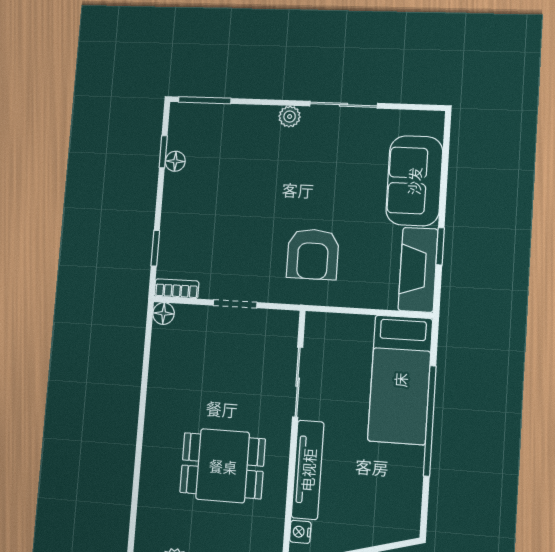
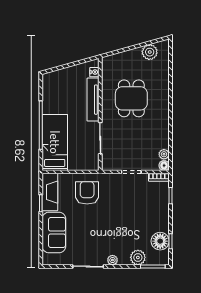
plant: (235, 120) -> (138, 257), added
floor lamp: (175, 161) -> (160, 241), width x1.89, depth x1.89
armchair: (313, 254) -> (87, 193), moved
plant: (162, 338) -> (164, 154), added
dining table: (223, 466) -> (131, 98), turned 90

